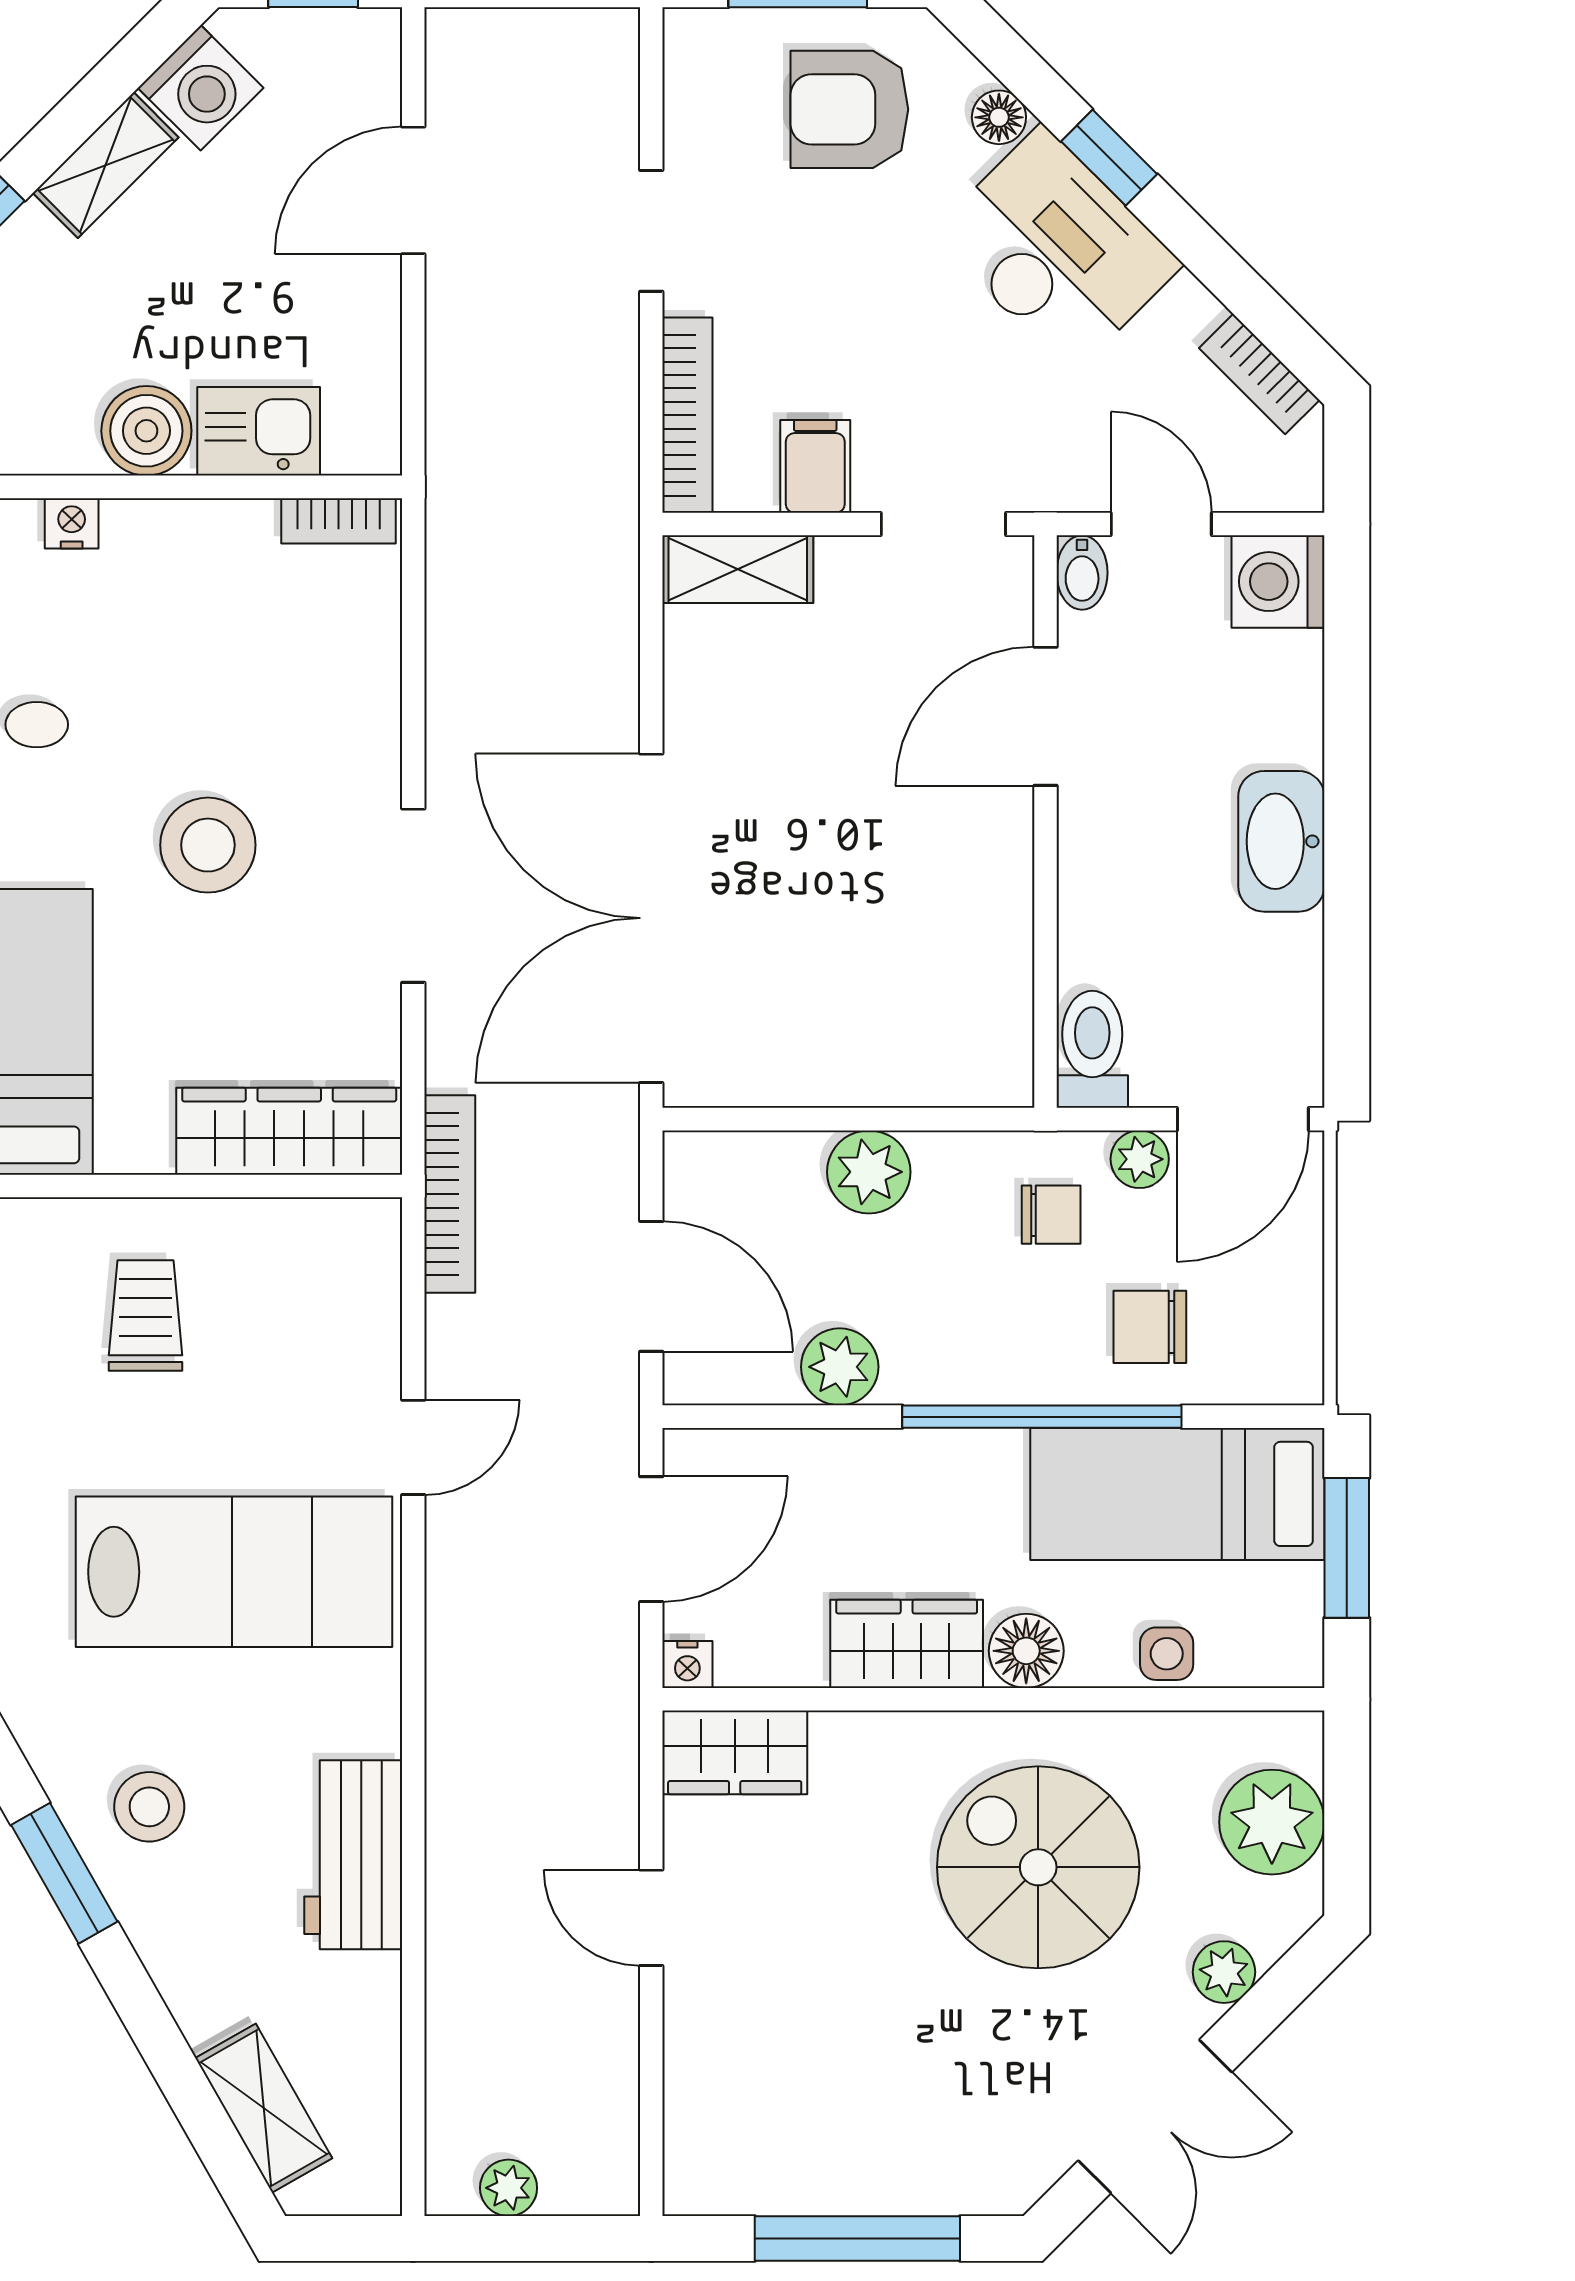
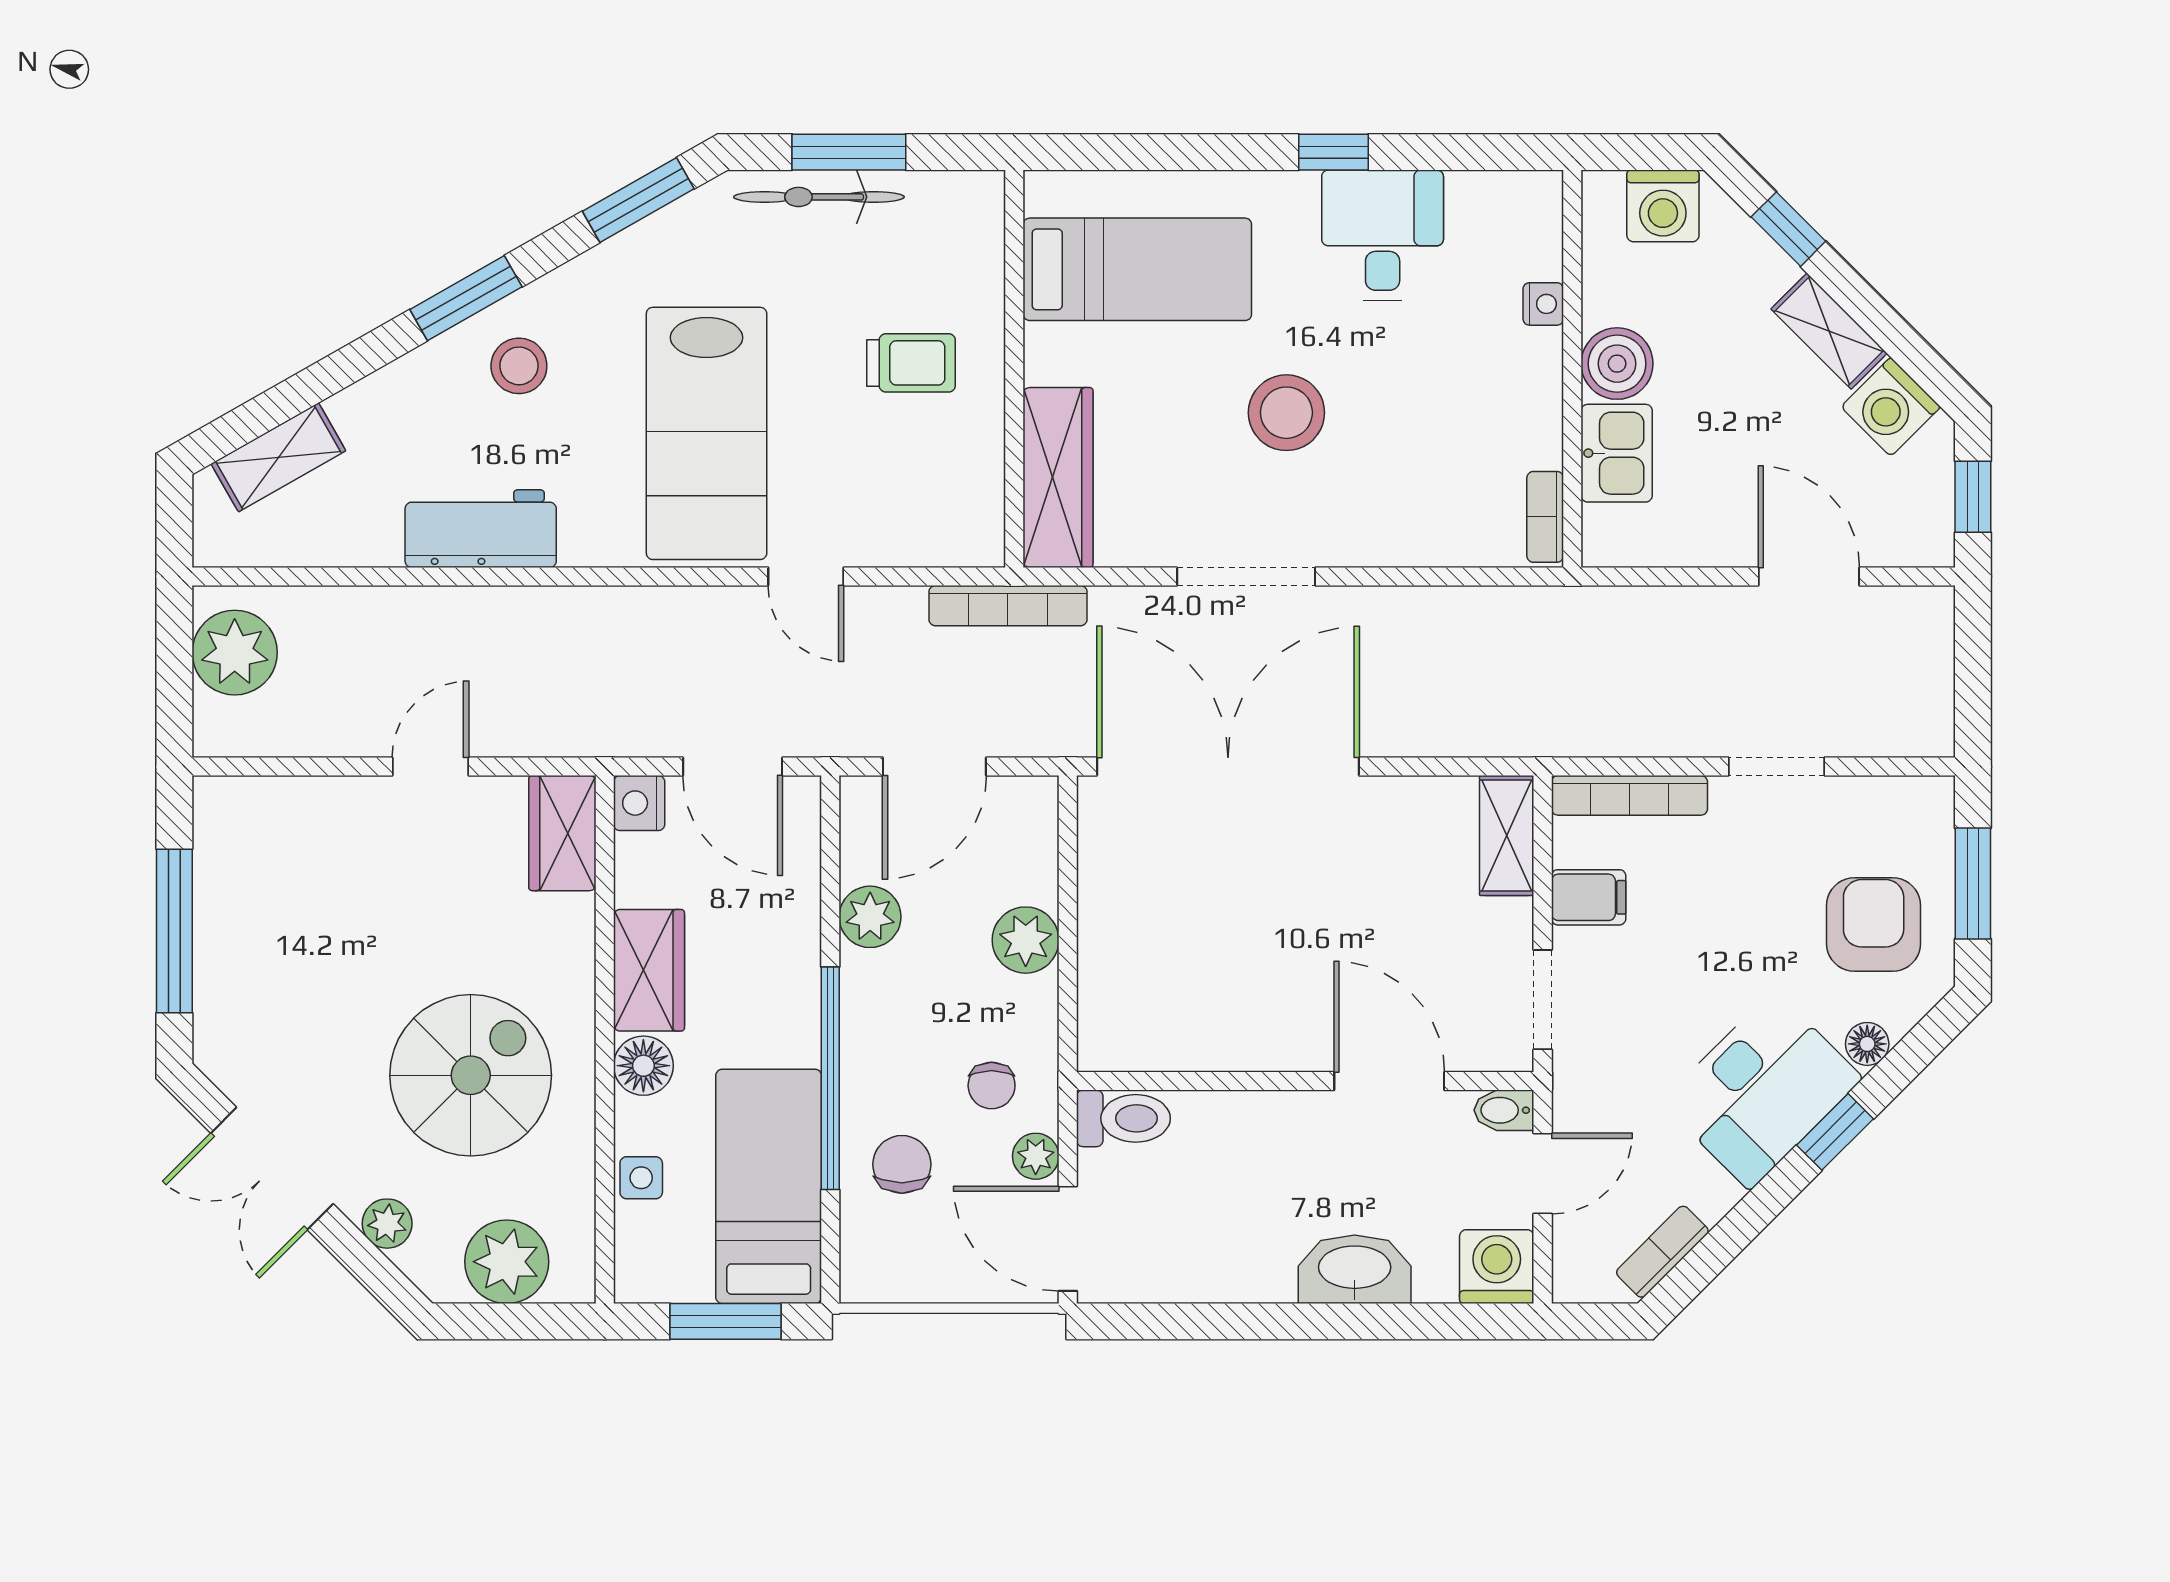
washbasin: (1281, 841) -> (1355, 1269), moved
nightstand: (687, 1665) -> (639, 803), width x1.39, depth x1.35
plant: (509, 2188) -> (235, 653), width x1.87, depth x1.87

